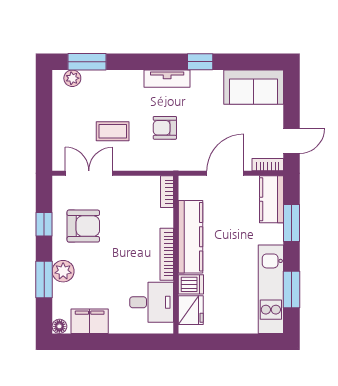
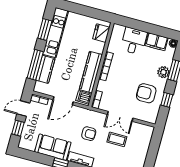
sofa: (254, 87) -> (53, 147), moved
window: (291, 104) -> (18, 128), added
double door: (89, 173) -> (120, 116), moved
kitchen counter: (272, 199) -> (45, 69), moved
window: (291, 223) -> (35, 65), width x1.44
dishwasher: (191, 284) -> (84, 97), moved
desk: (152, 302) -> (134, 41), moved, turned 90

